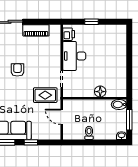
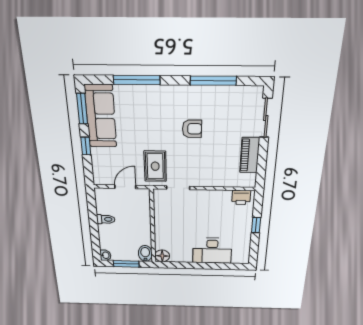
desk: (74, 56) -> (212, 251), moved, turned 180
floor lamp: (100, 92) -> (162, 256), moved

